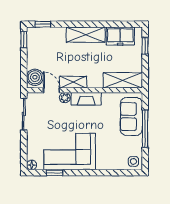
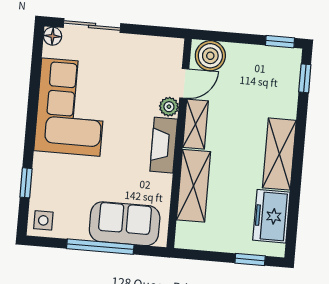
shelving: (123, 80) -> (193, 186), moved
sliding door: (24, 114) -> (92, 26), moved
window: (55, 173) -> (26, 183), moved

